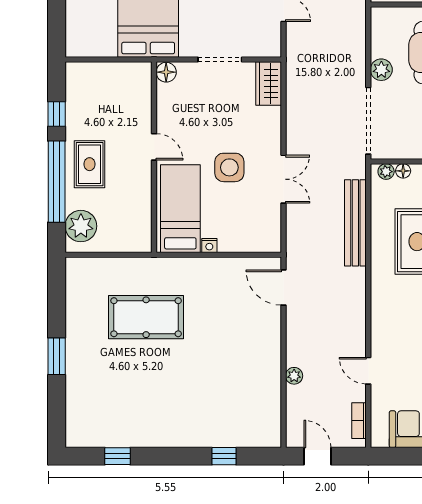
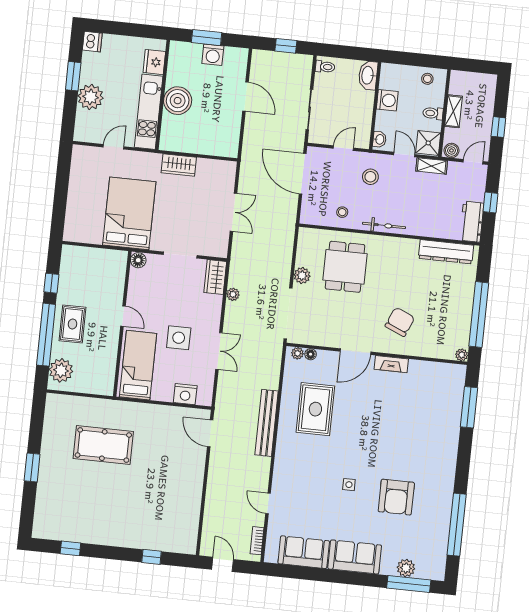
bench: (355, 223) -> (267, 423), moved
nightstand: (209, 245) -> (185, 394), moved, width x1.89, depth x1.79
plant: (294, 376) -> (233, 294), moved

